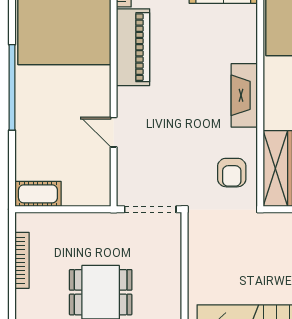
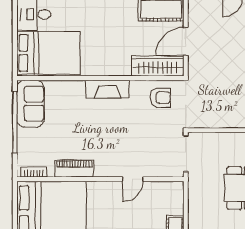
piano: (133, 47) -> (74, 168), width x0.73, depth x0.75

